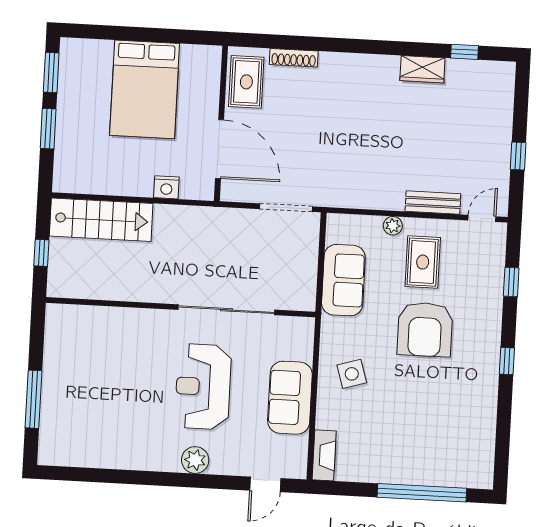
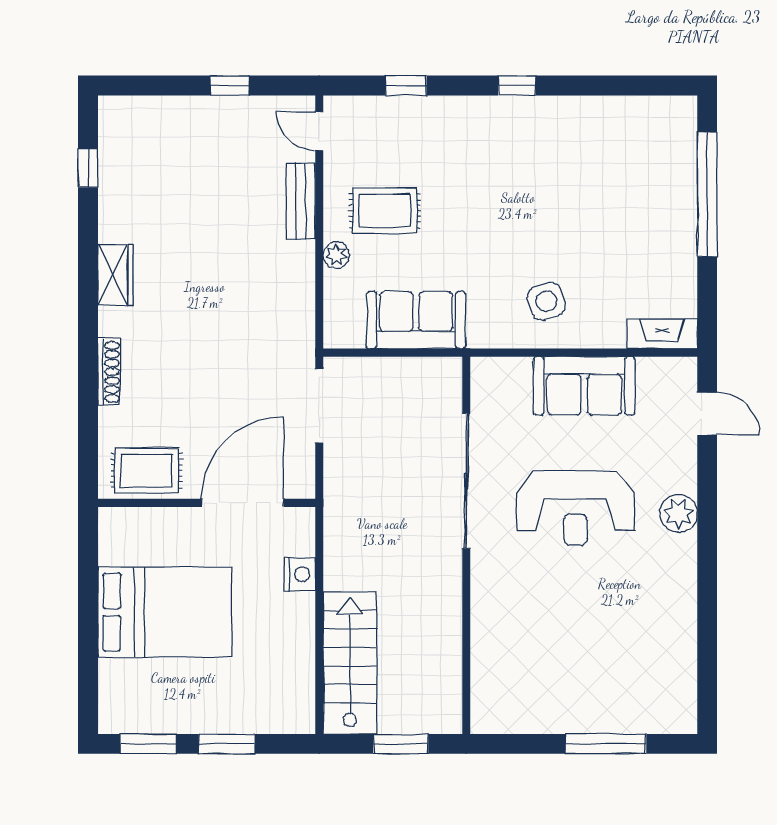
shoe rack: (294, 58) -> (109, 372), moved
wardrobe: (422, 69) -> (116, 275), moved
window: (41, 253) -> (401, 744), width x1.50
armchair: (425, 329) -> (479, 202), removed

